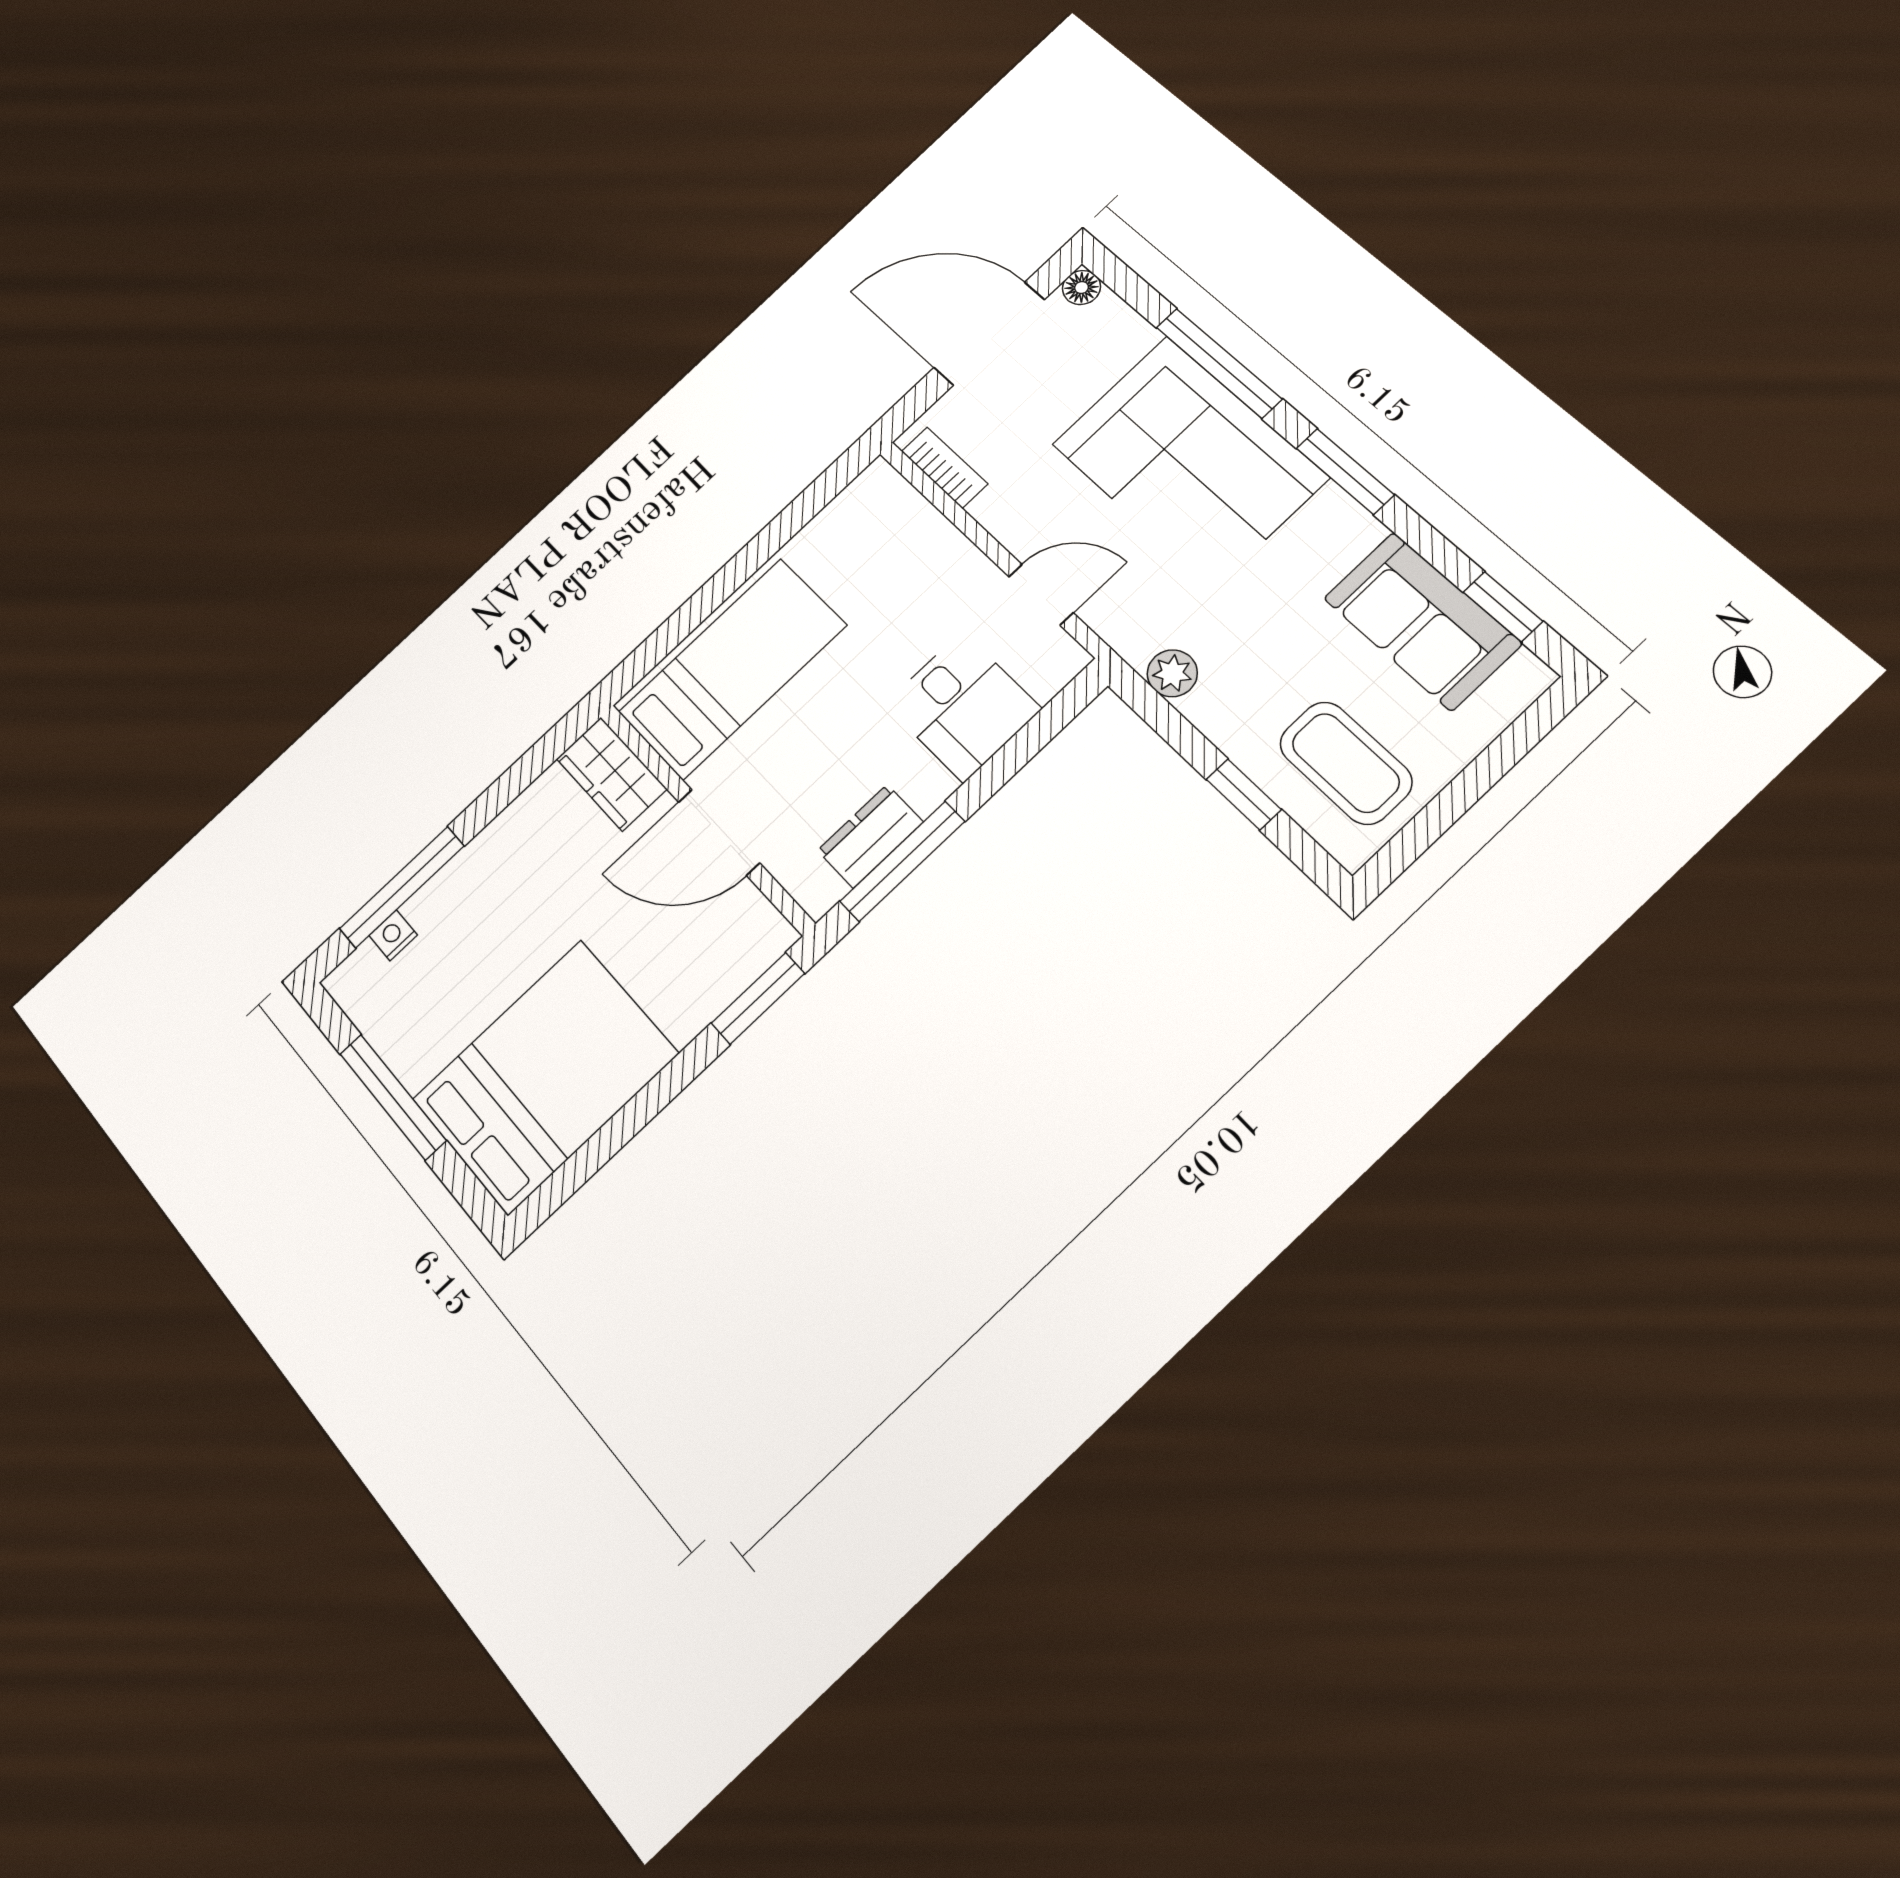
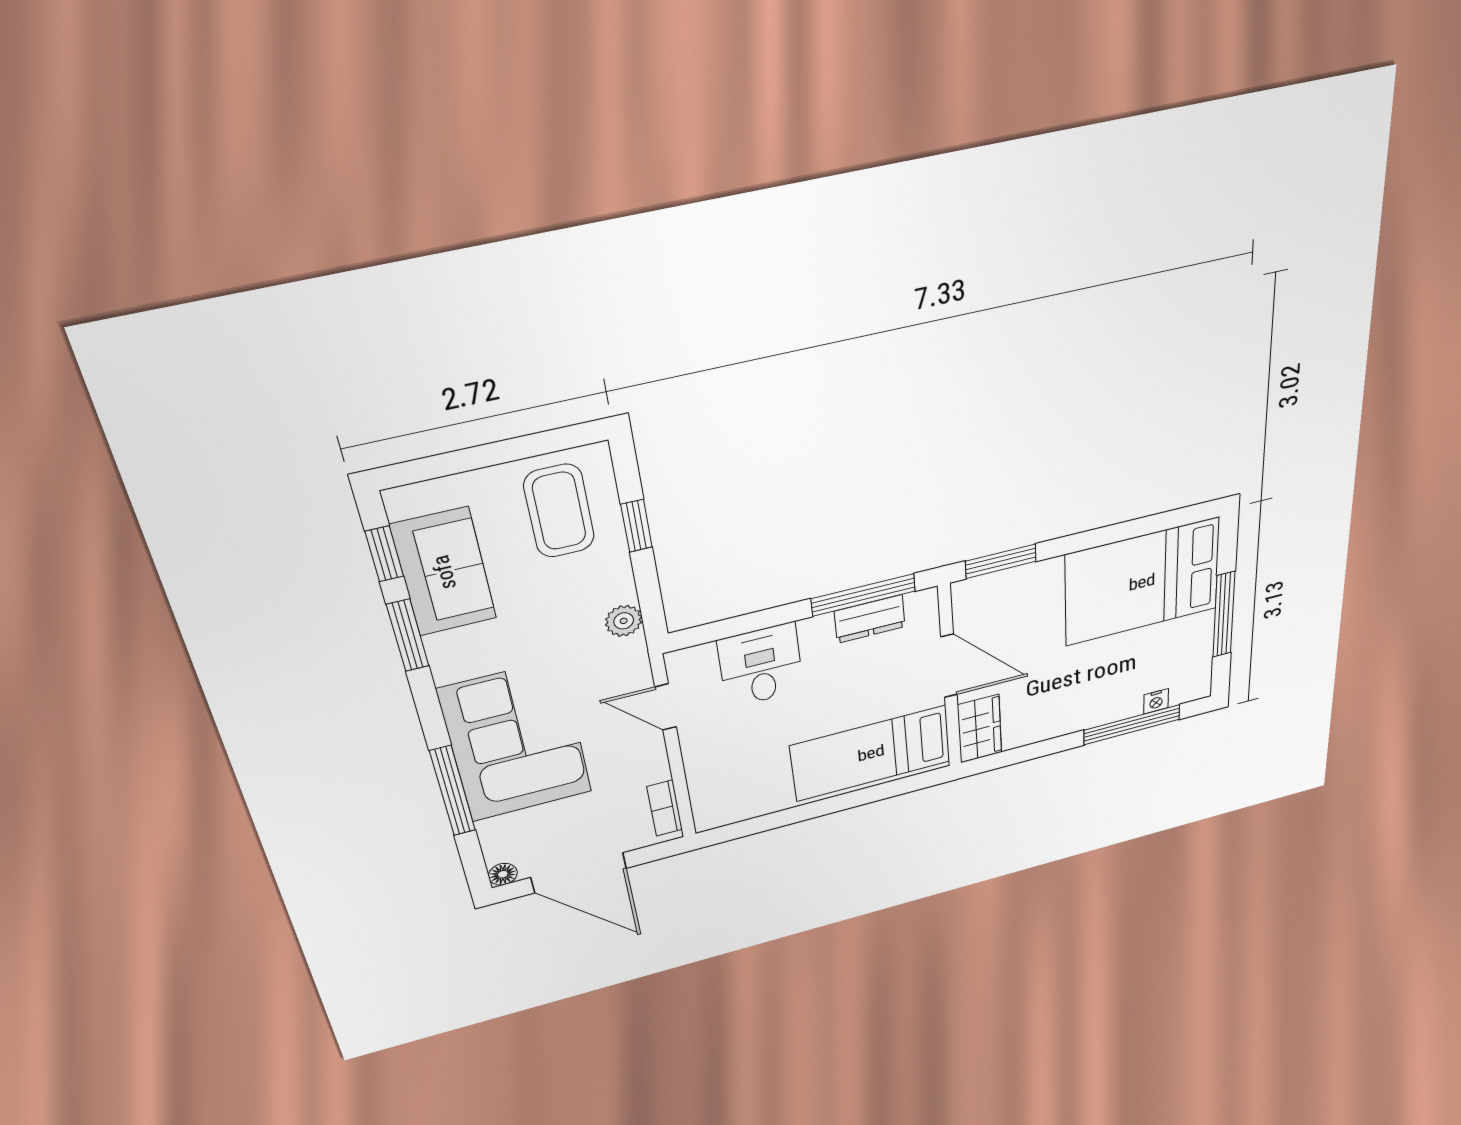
window: (1345, 471) -> (408, 635), moved

